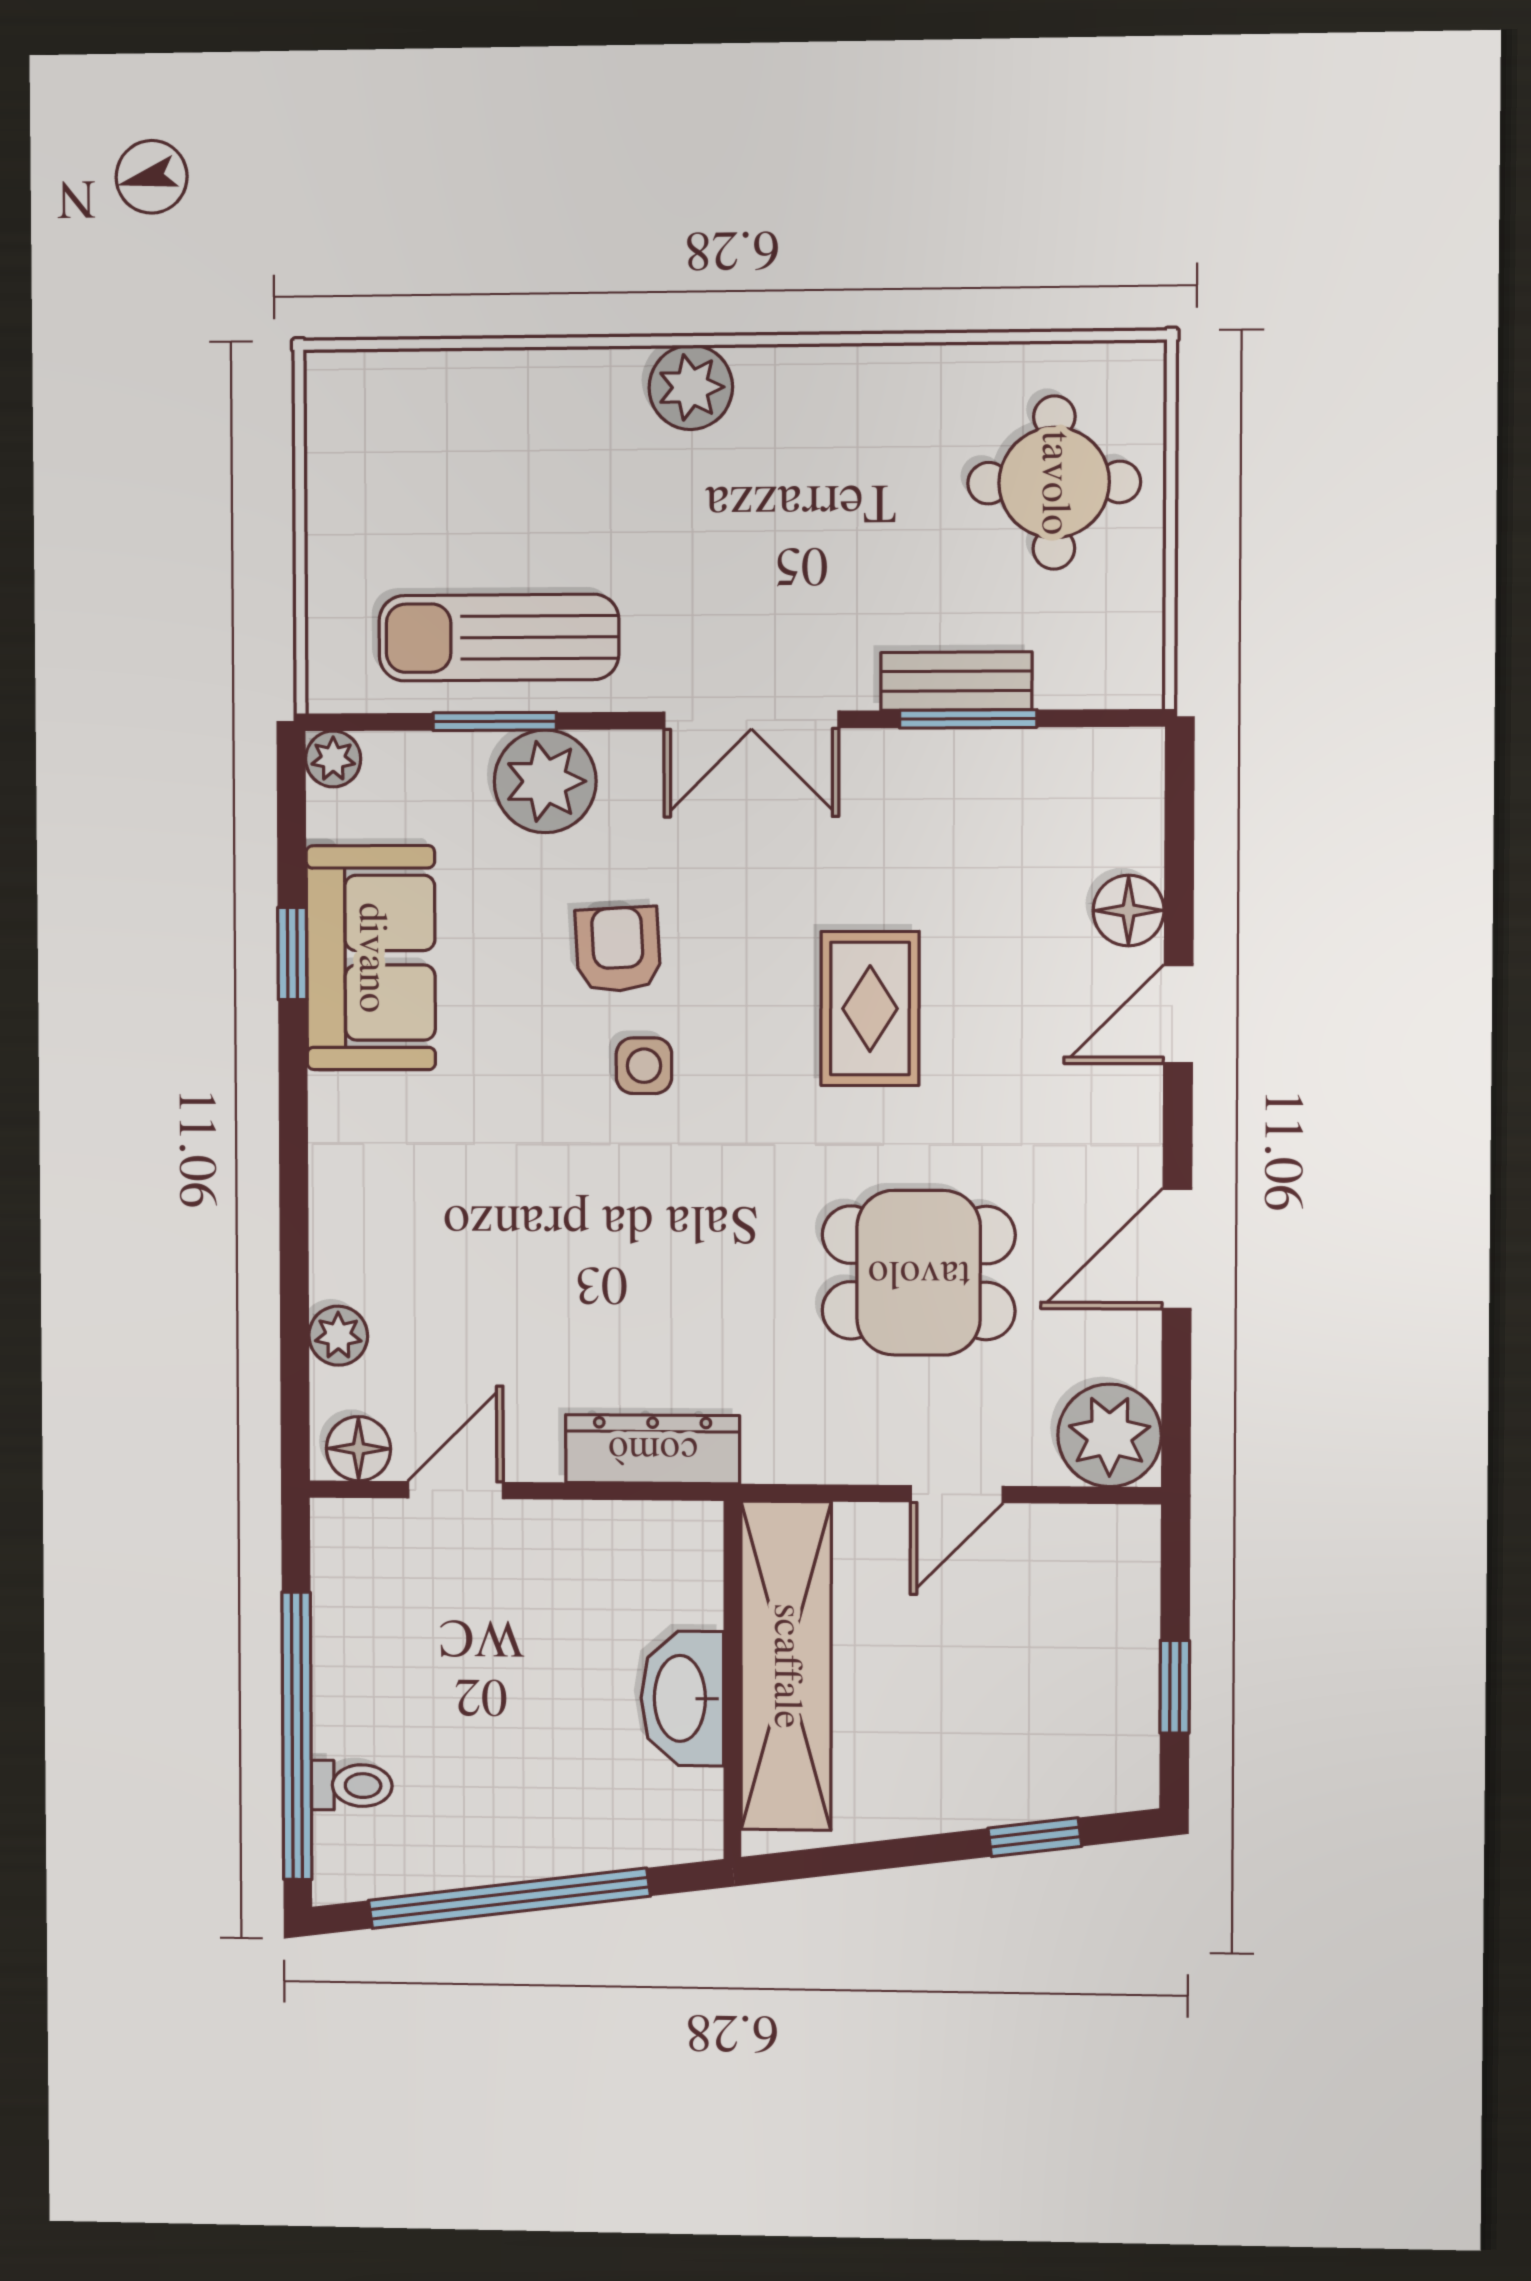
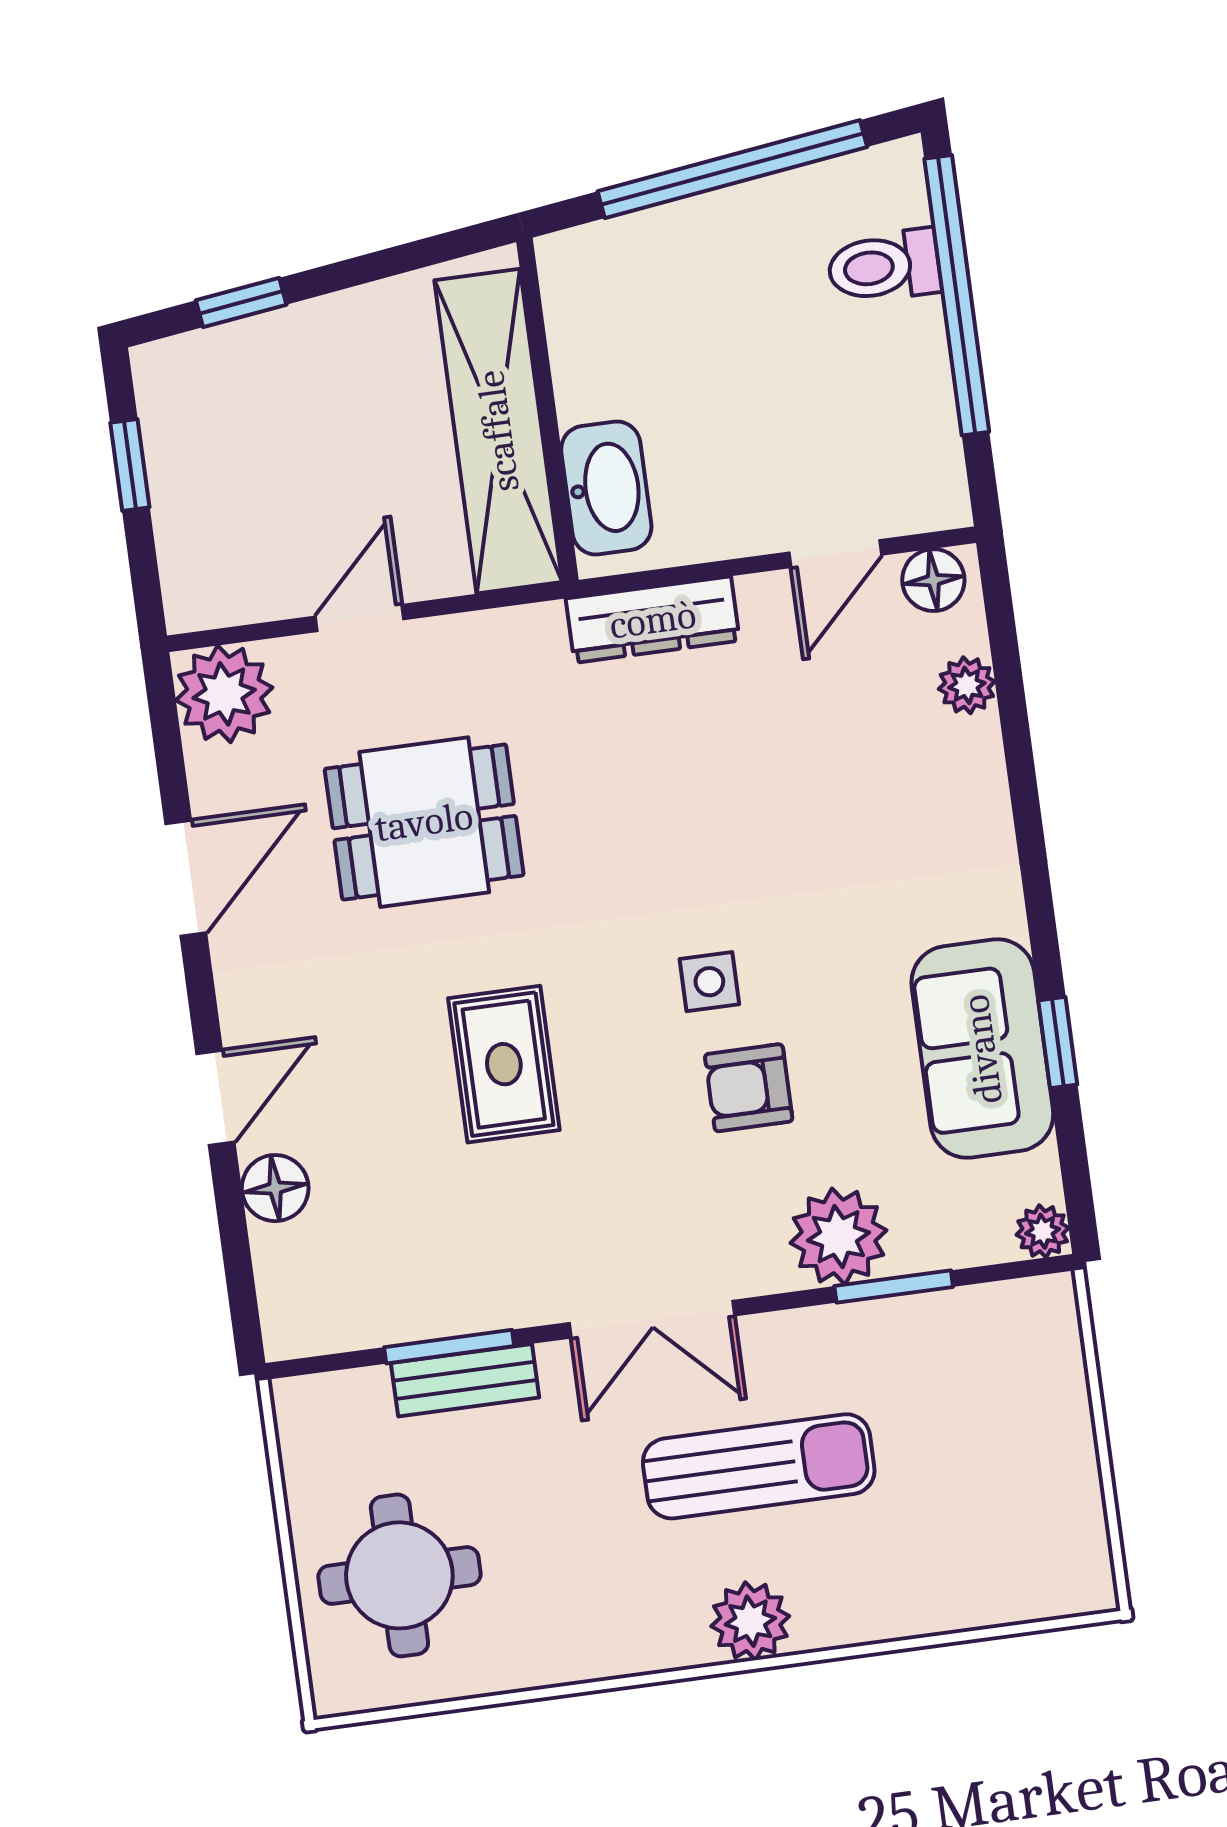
sun lounger: (499, 638) -> (759, 1466), moved
double door: (751, 720) -> (652, 1319), swing flipped
armchair: (618, 950) -> (749, 1088), turned 93
washbasin: (682, 1698) -> (606, 488), moved
toilet: (352, 1785) -> (884, 266), width x1.37, depth x1.39

